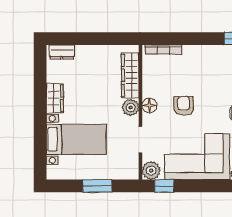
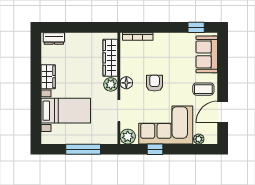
window: (97, 186) -> (83, 149), width x1.44
window: (164, 186) -> (155, 149), moved

